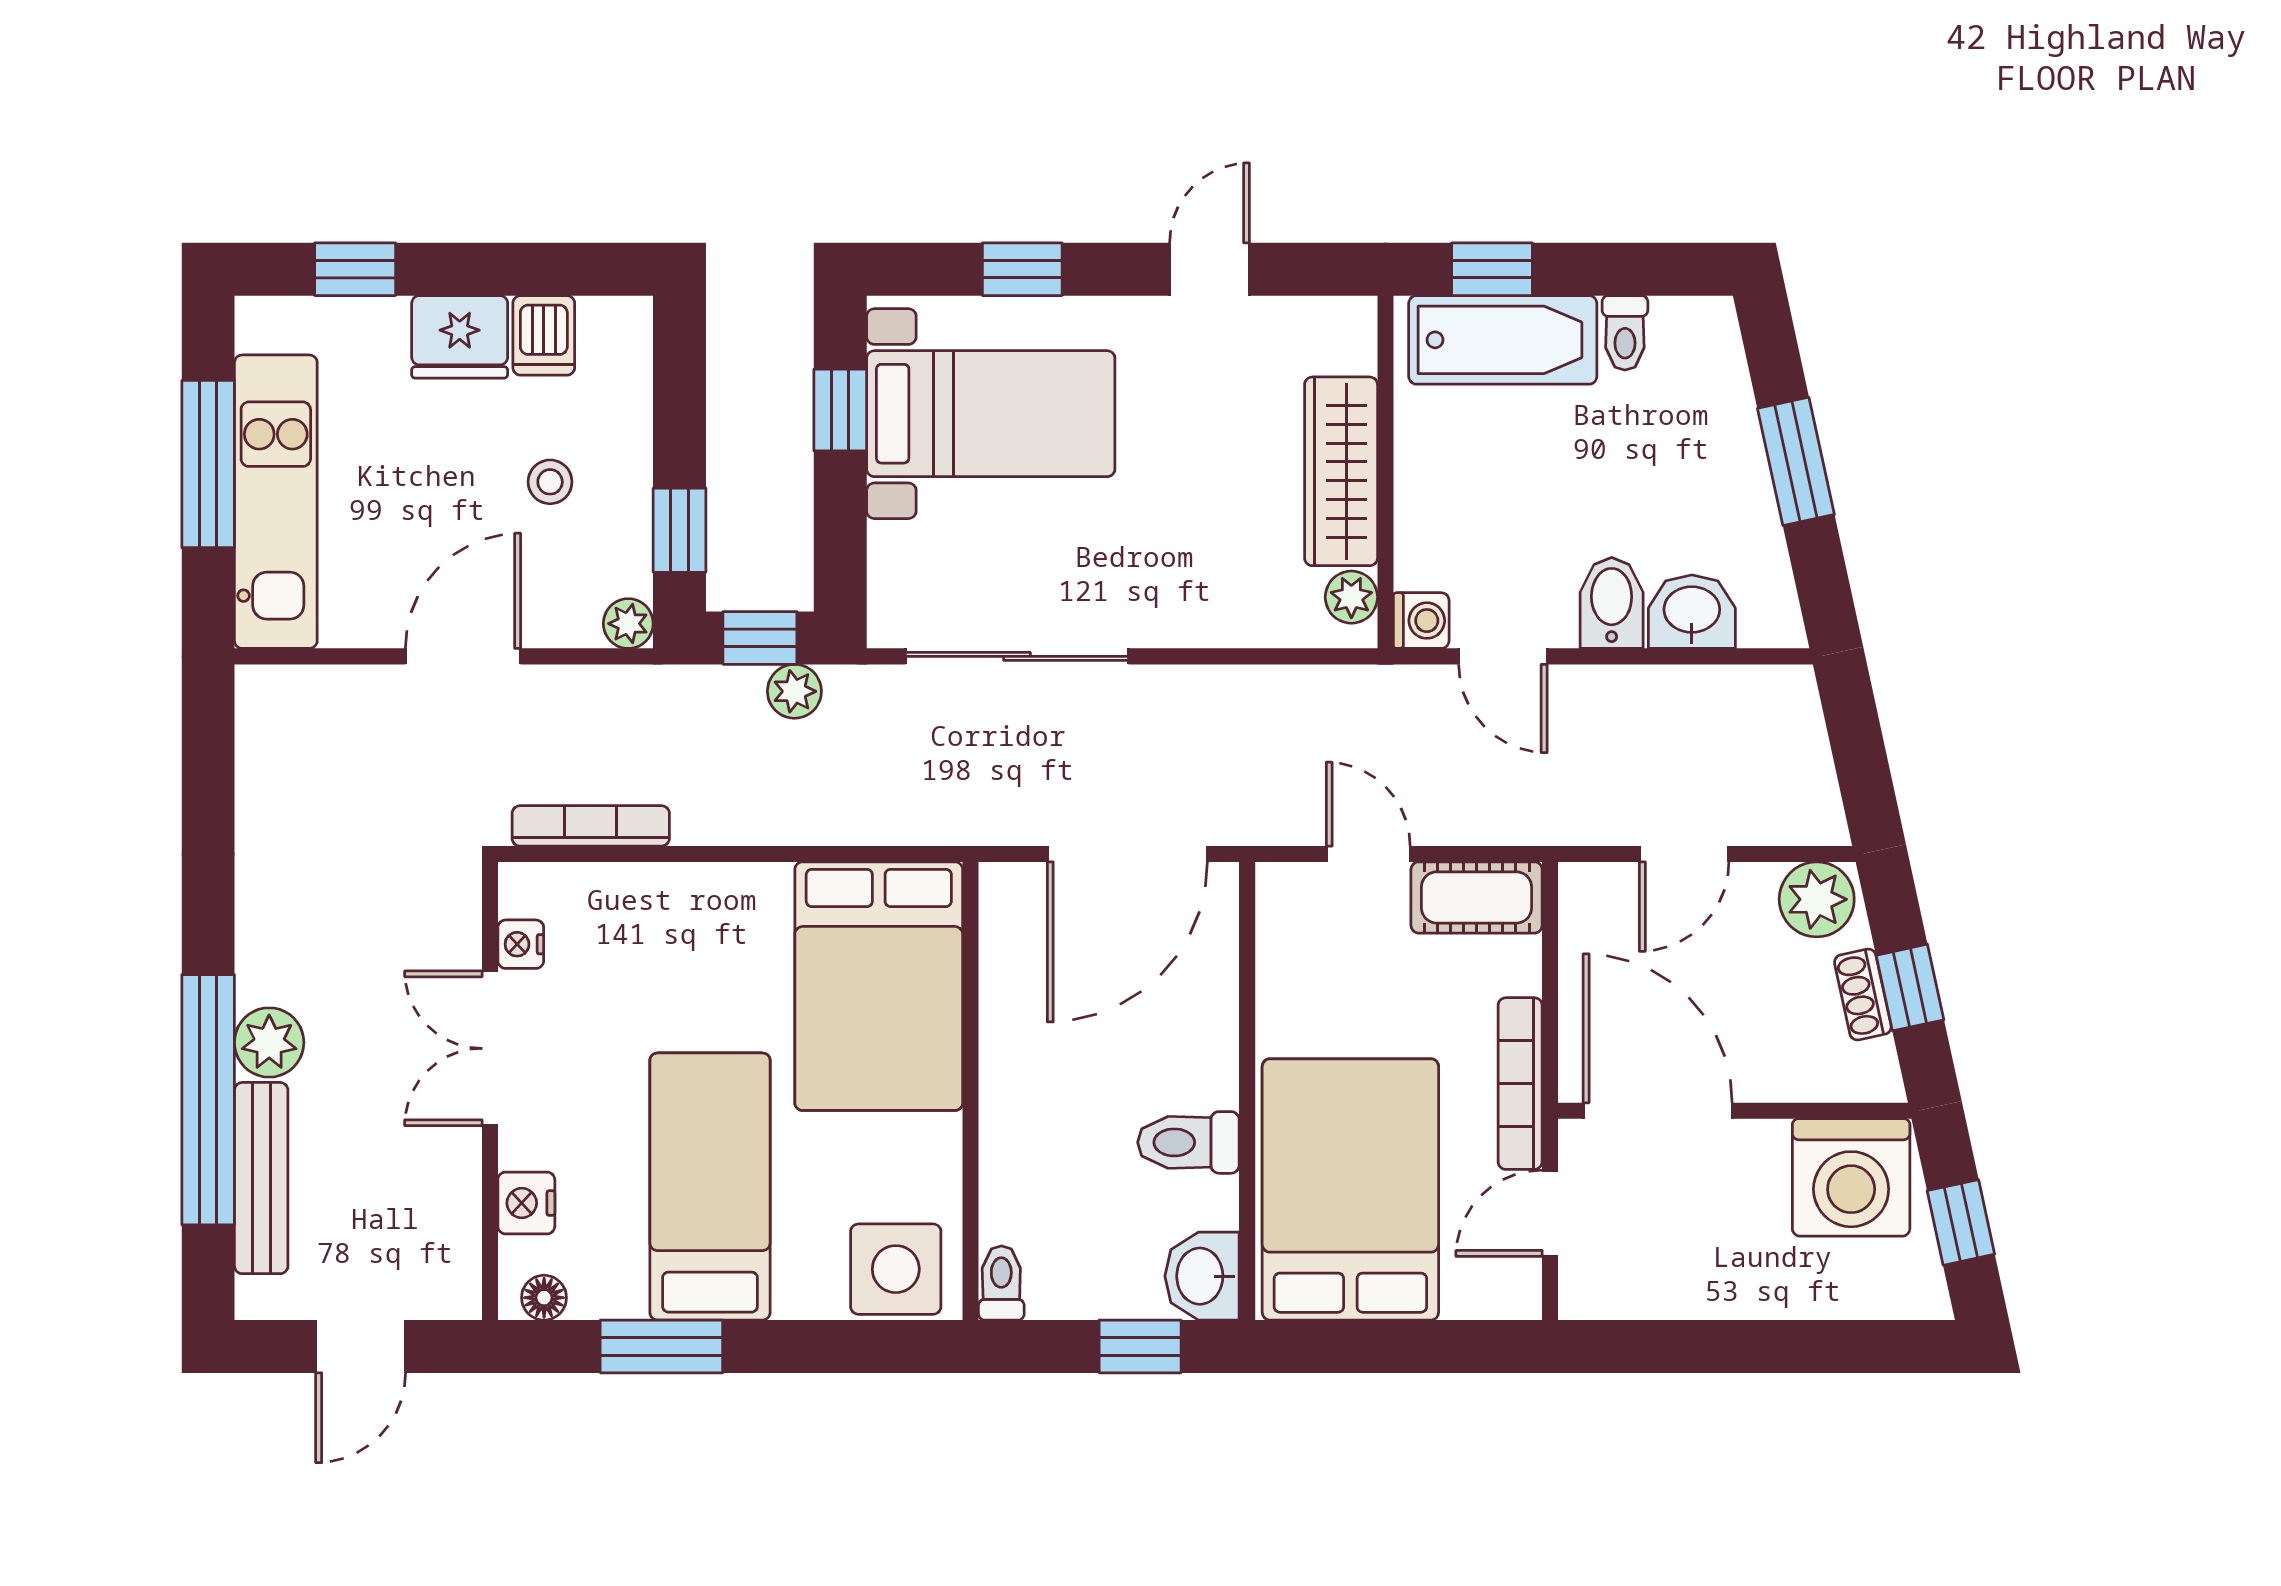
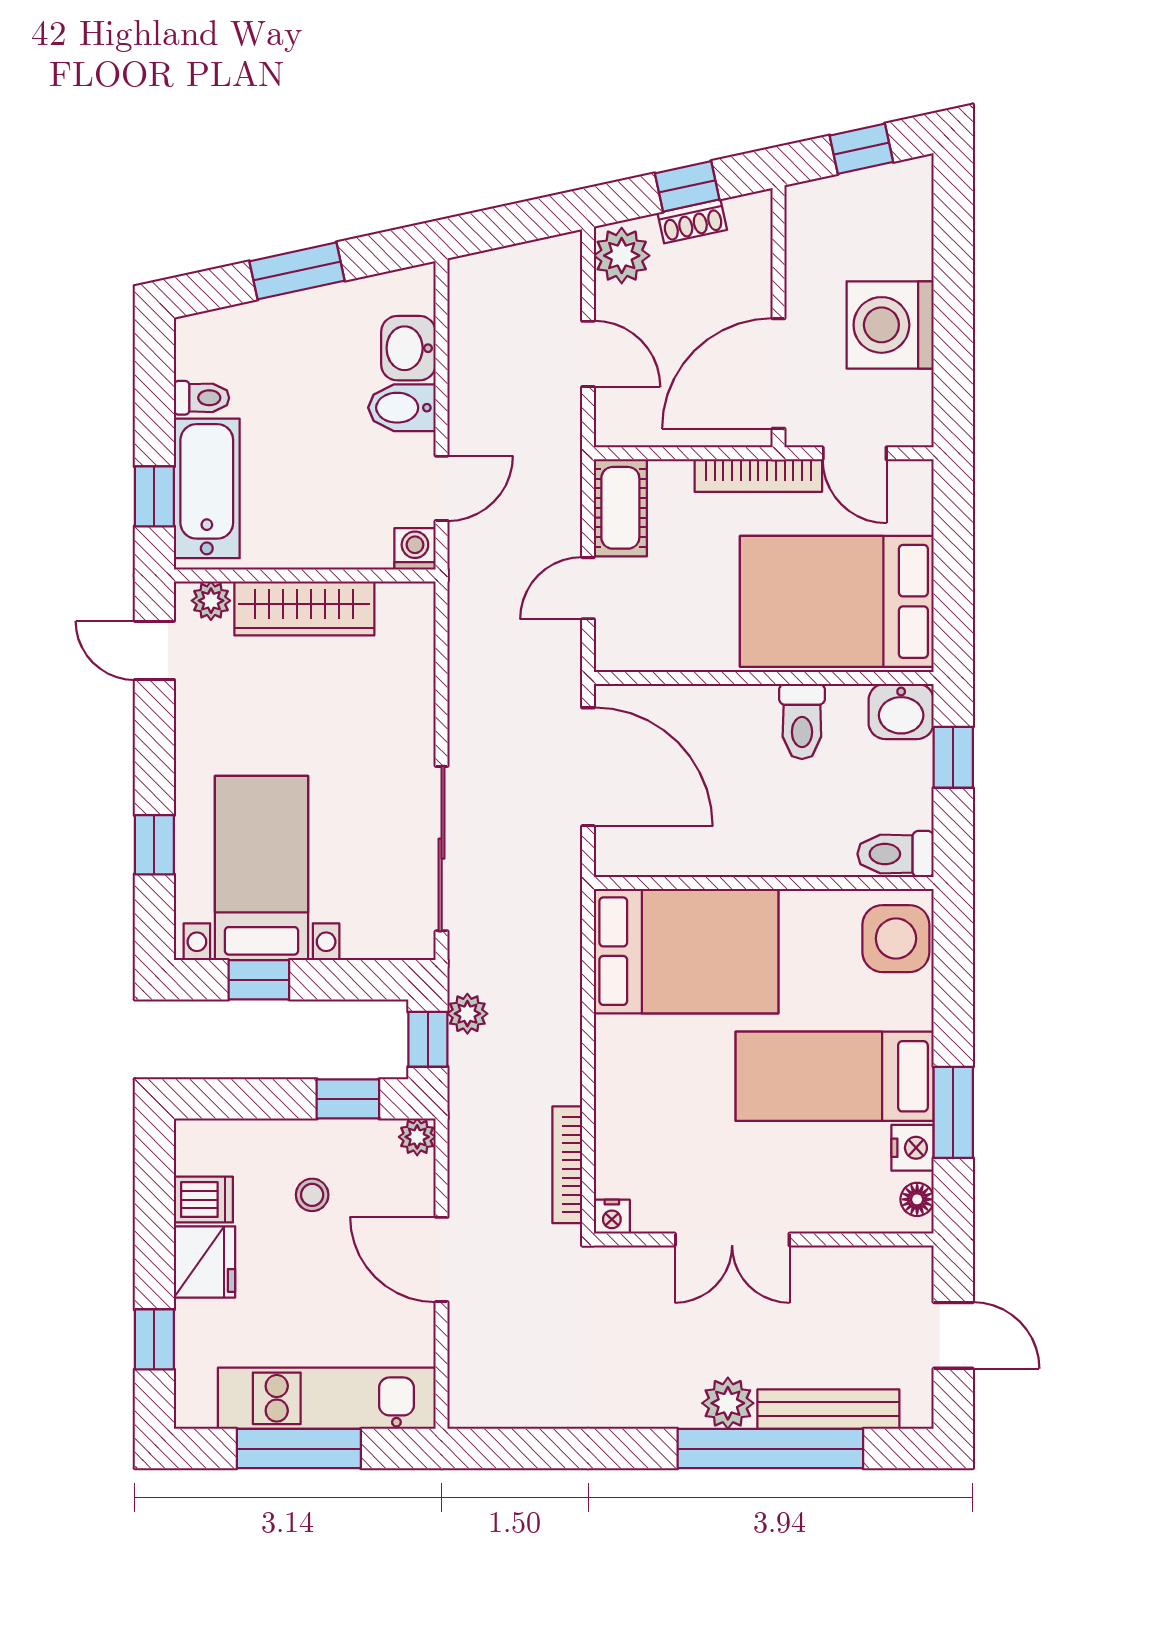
door: (1210, 269) -> (154, 650), moved
plant: (1351, 597) -> (211, 601), moved
nightstand: (521, 944) -> (612, 1217), moved
washing machine: (1851, 1177) -> (890, 325), moved, turned 180
nightstand: (526, 1203) -> (913, 1148), moved, turned -90
toilet: (1001, 1283) -> (896, 854), width x1.37, depth x1.39

